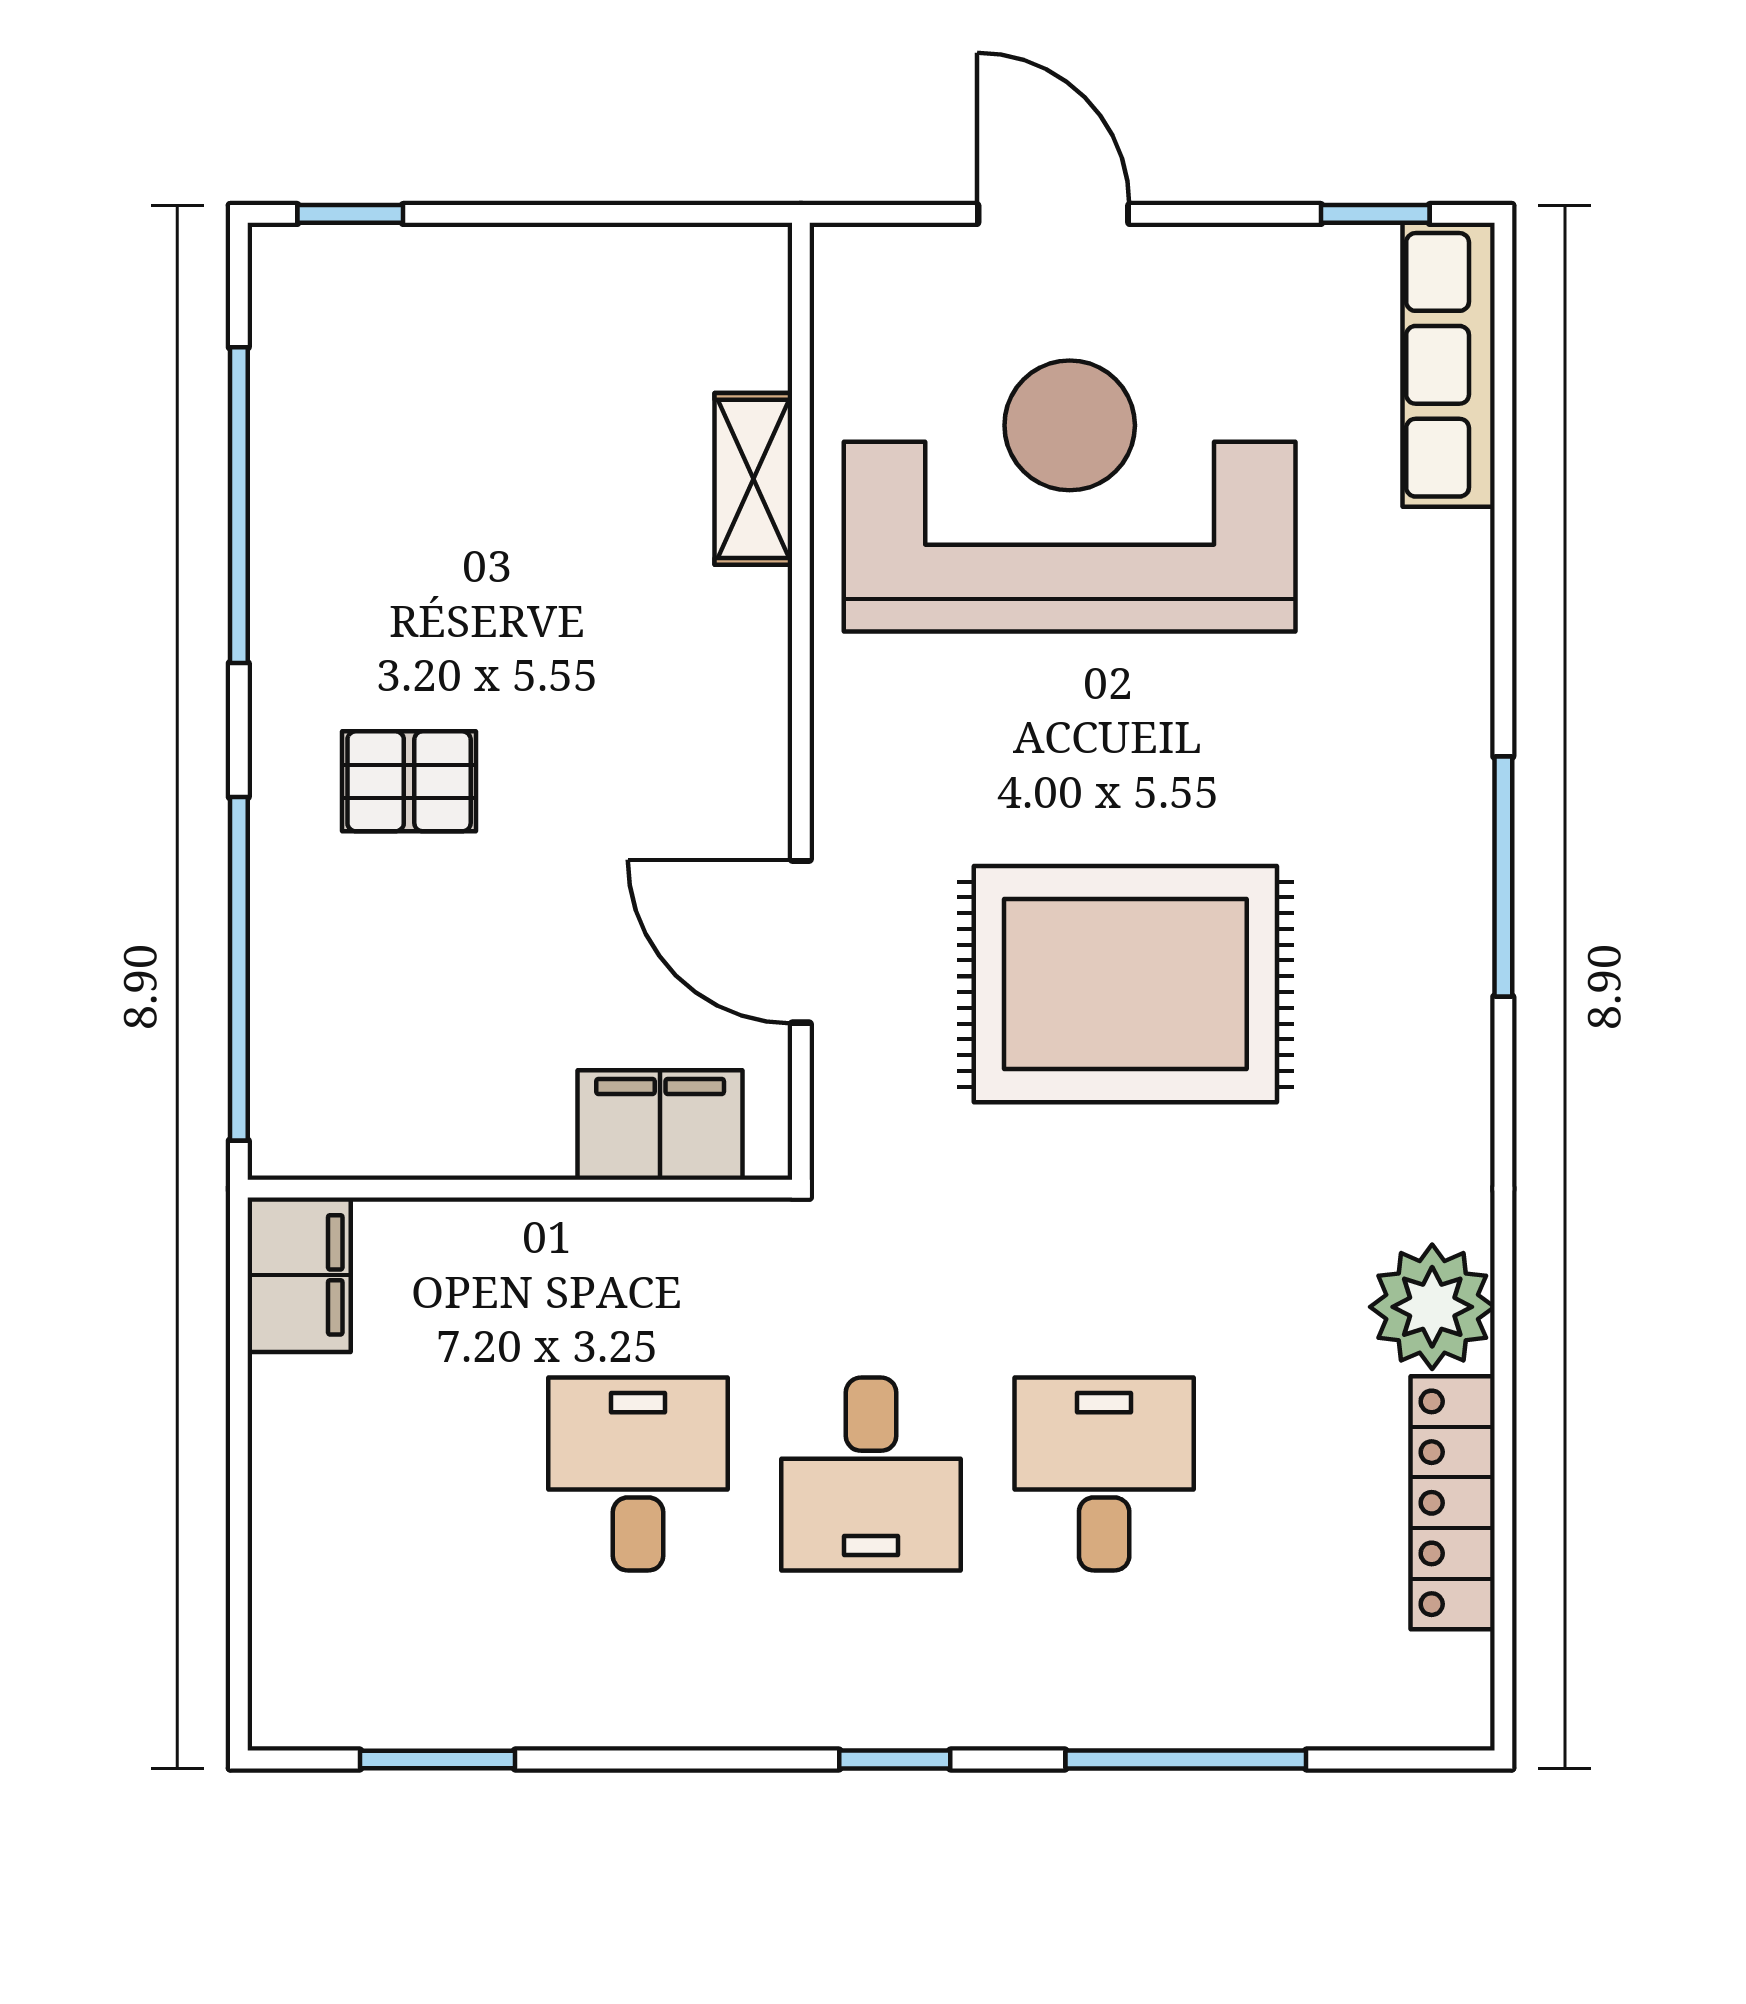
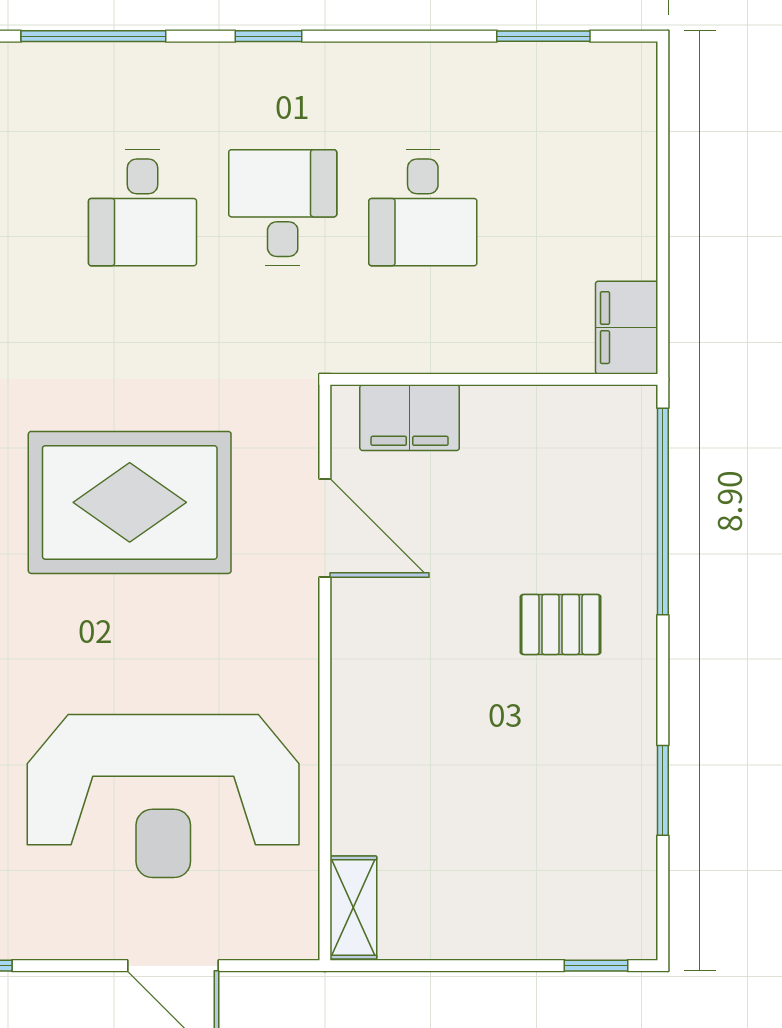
shelving: (753, 479) -> (353, 908), moved
window: (239, 505) -> (663, 790), width x0.47

